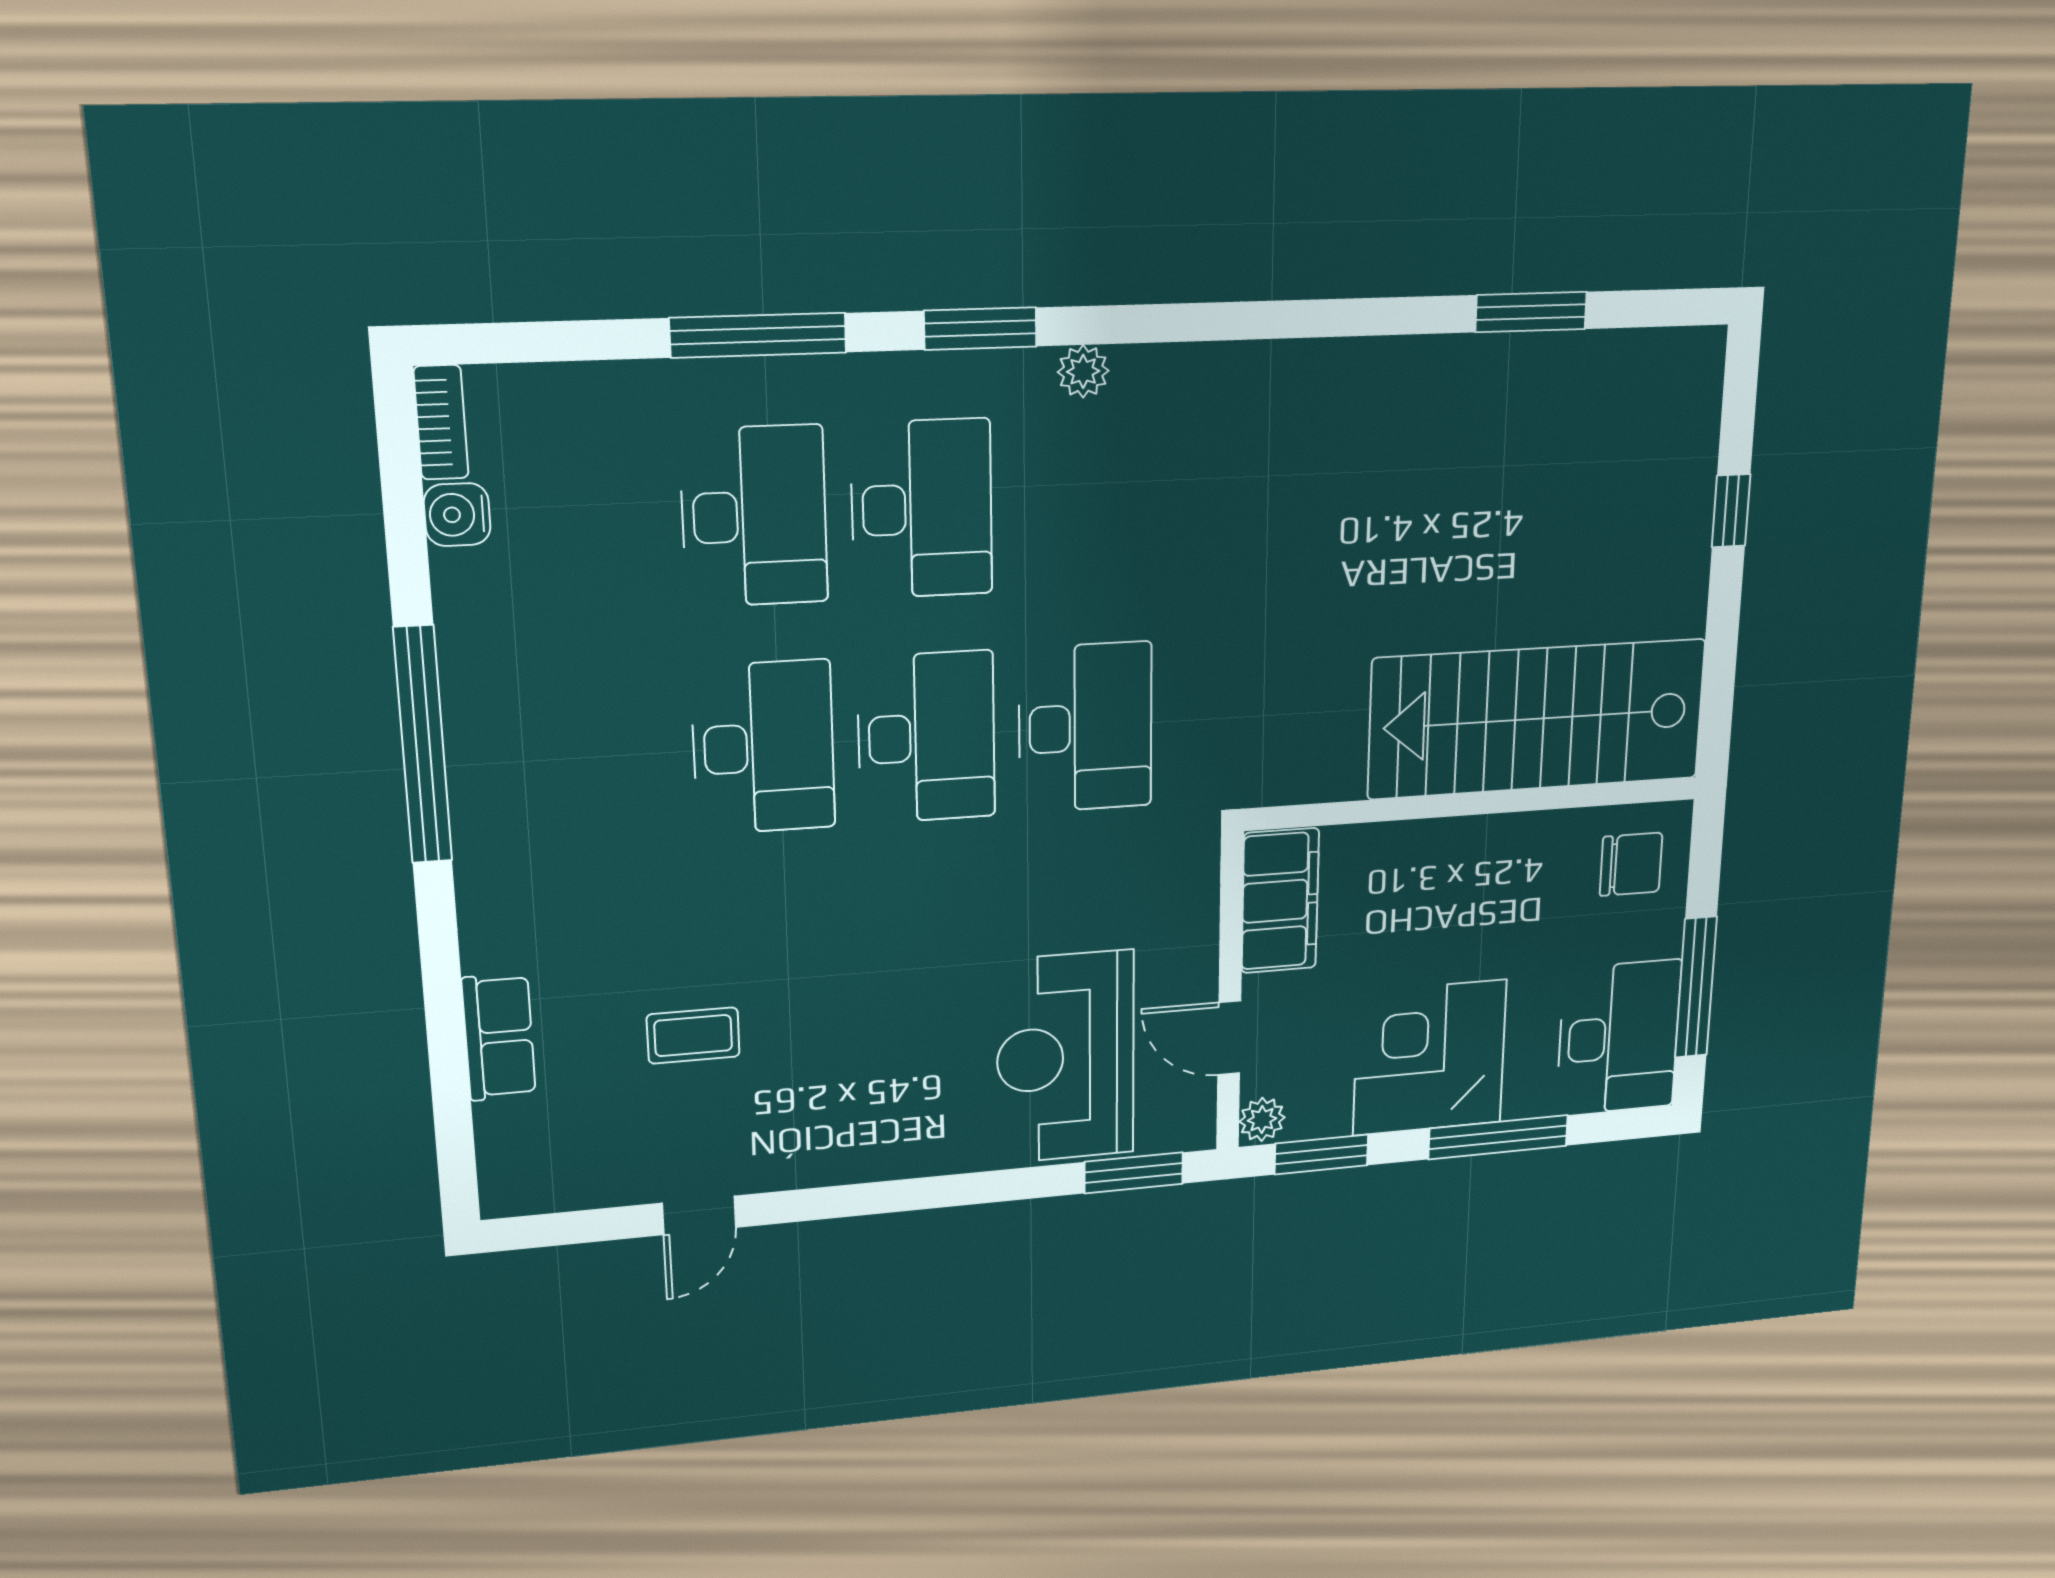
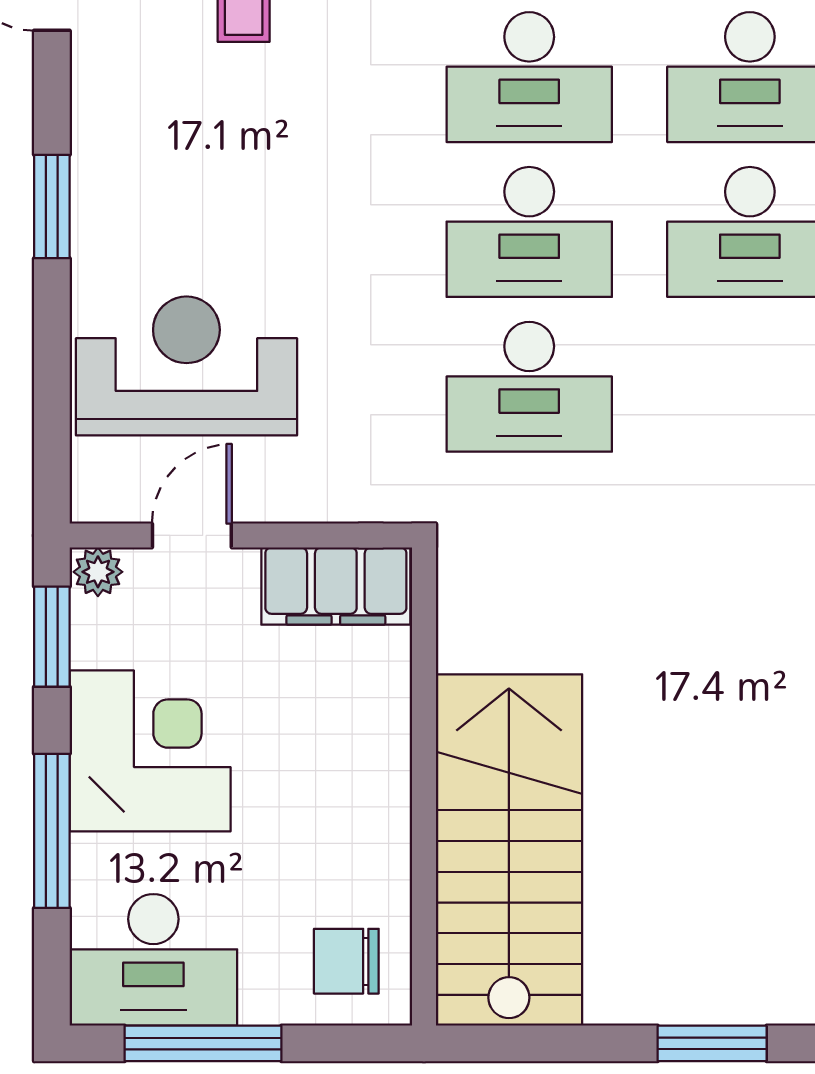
window: (1731, 511) -> (712, 1043), width x1.50
chair: (1631, 864) -> (346, 961), turned 90
window: (1134, 1173) -> (52, 207), moved

